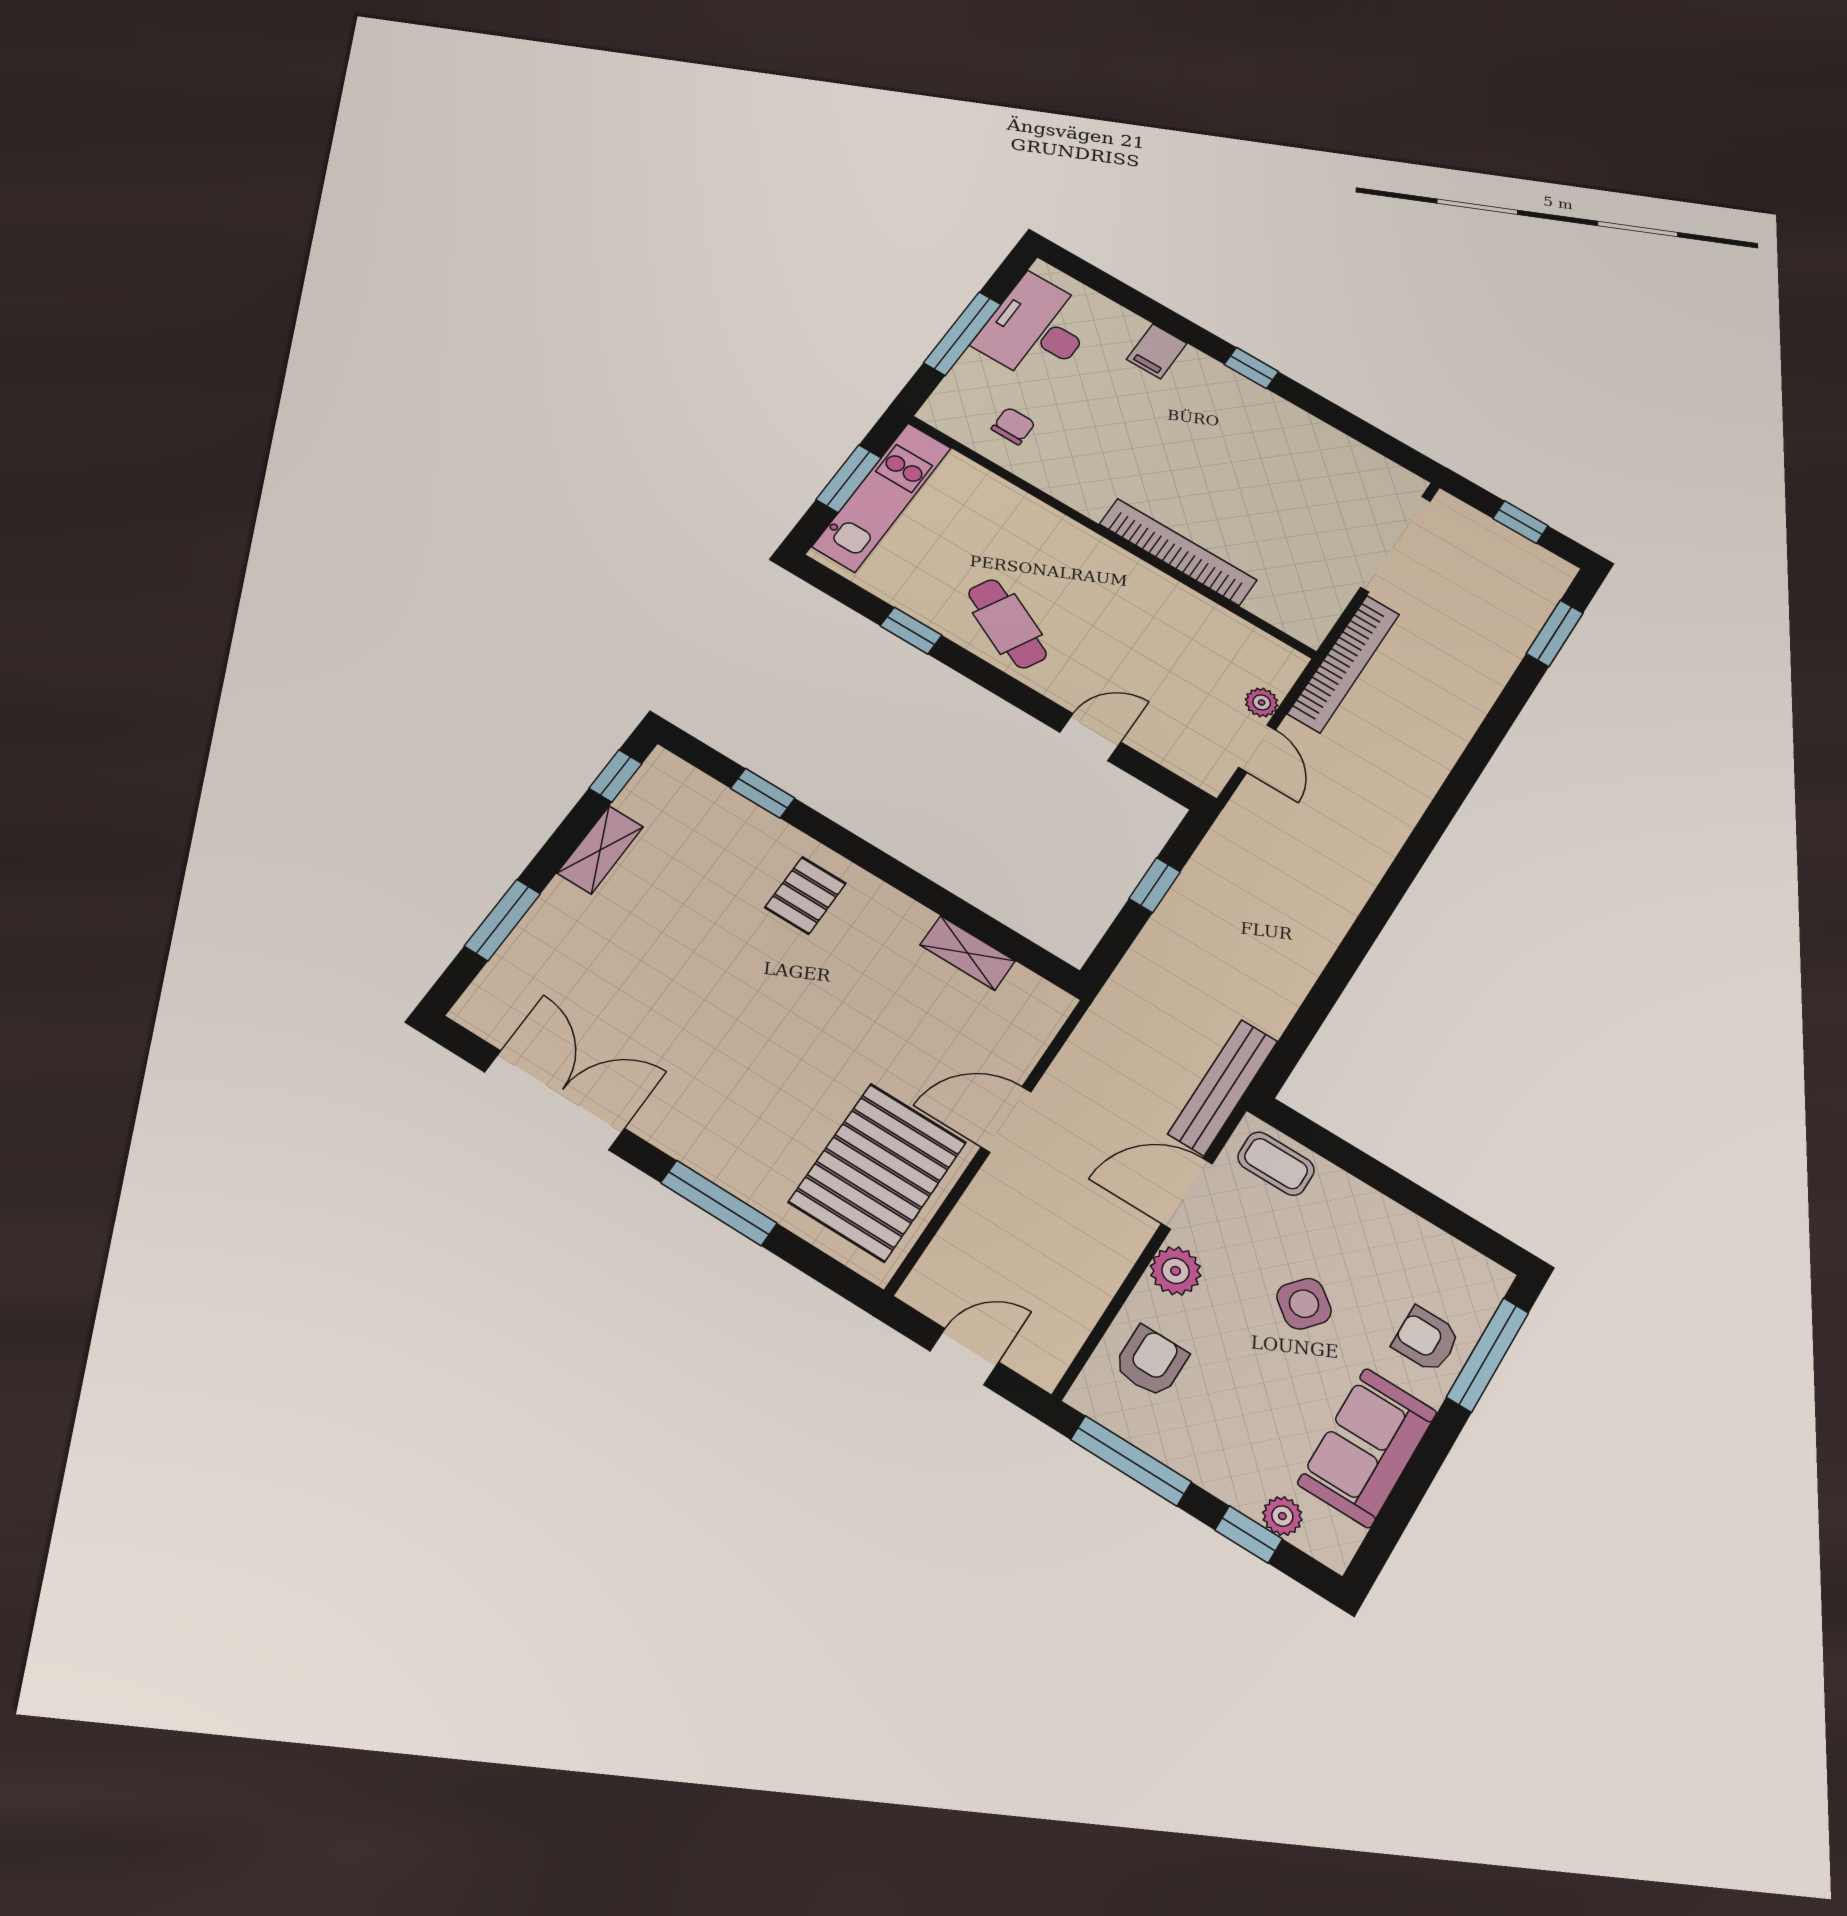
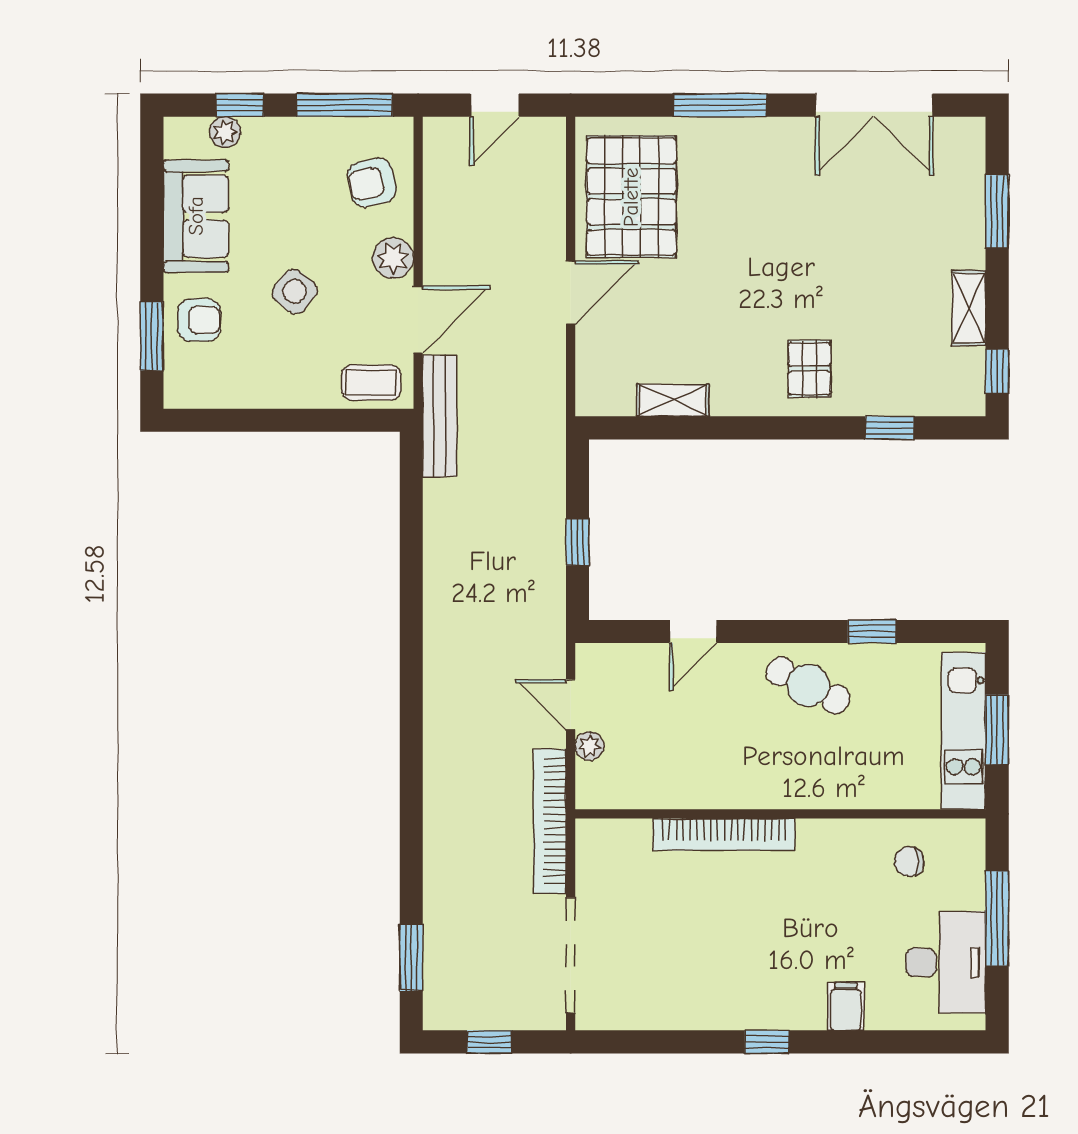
chair: (1013, 426) -> (909, 861), turned 90
window: (1488, 1355) -> (152, 336), width x0.69
armchair: (1151, 1362) -> (372, 183), turned 78

